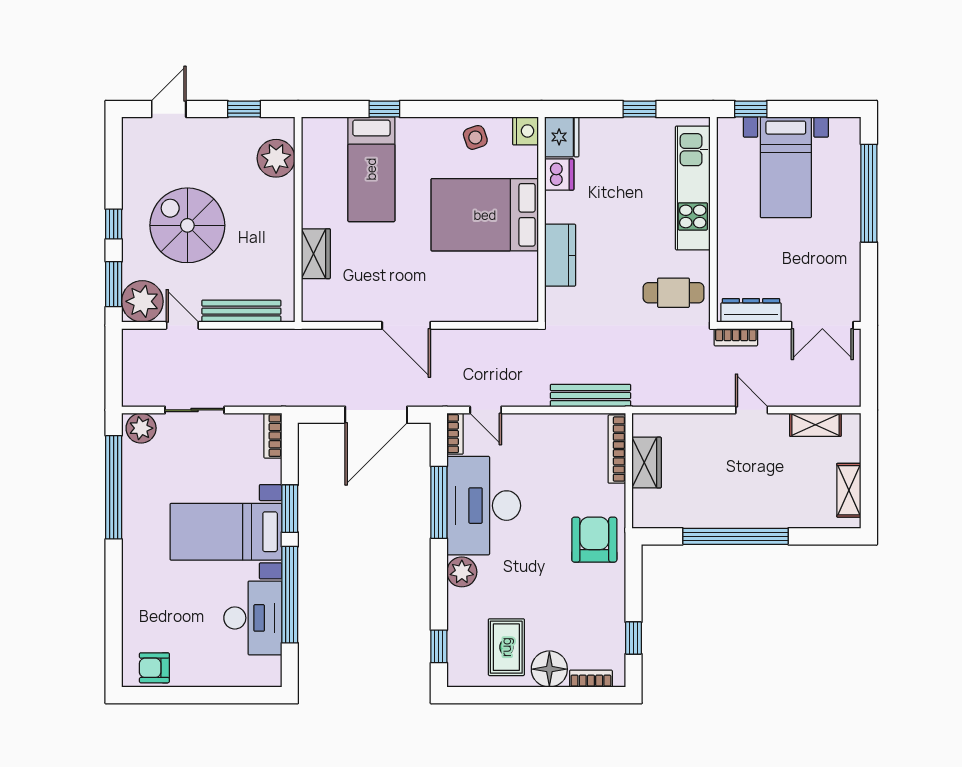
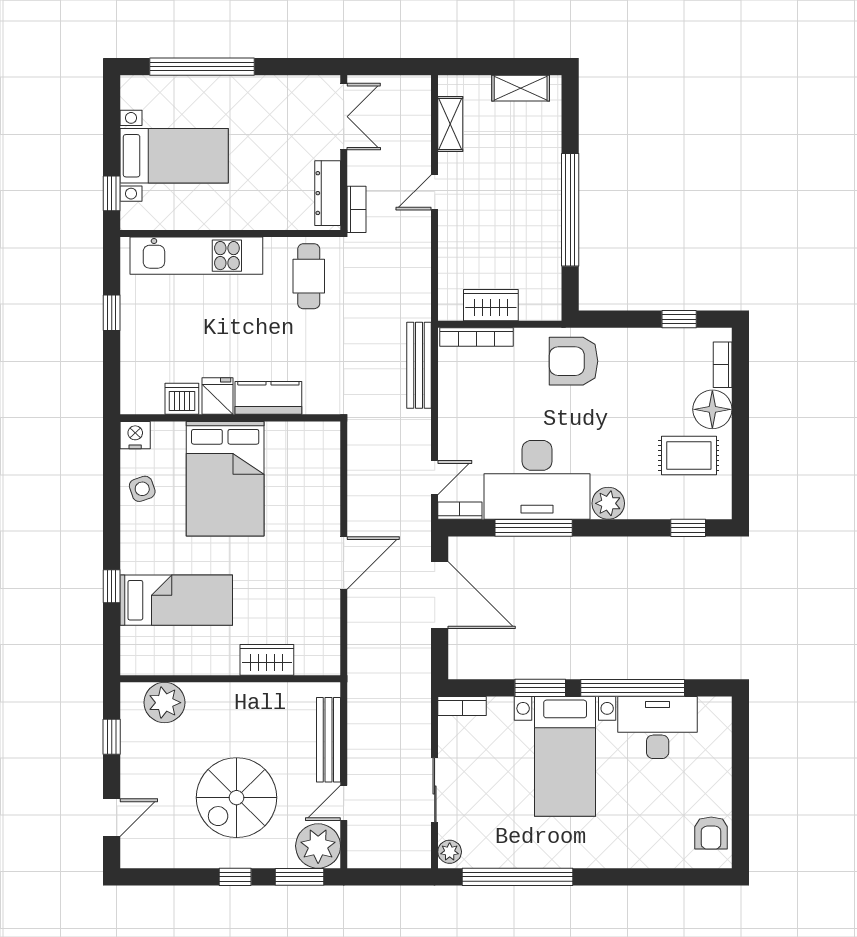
door: (169, 109) -> (112, 818), swing flipped
fridge: (562, 137) -> (218, 396), moved, width x0.72
plant: (141, 428) -> (450, 852), width x0.73, depth x0.73

